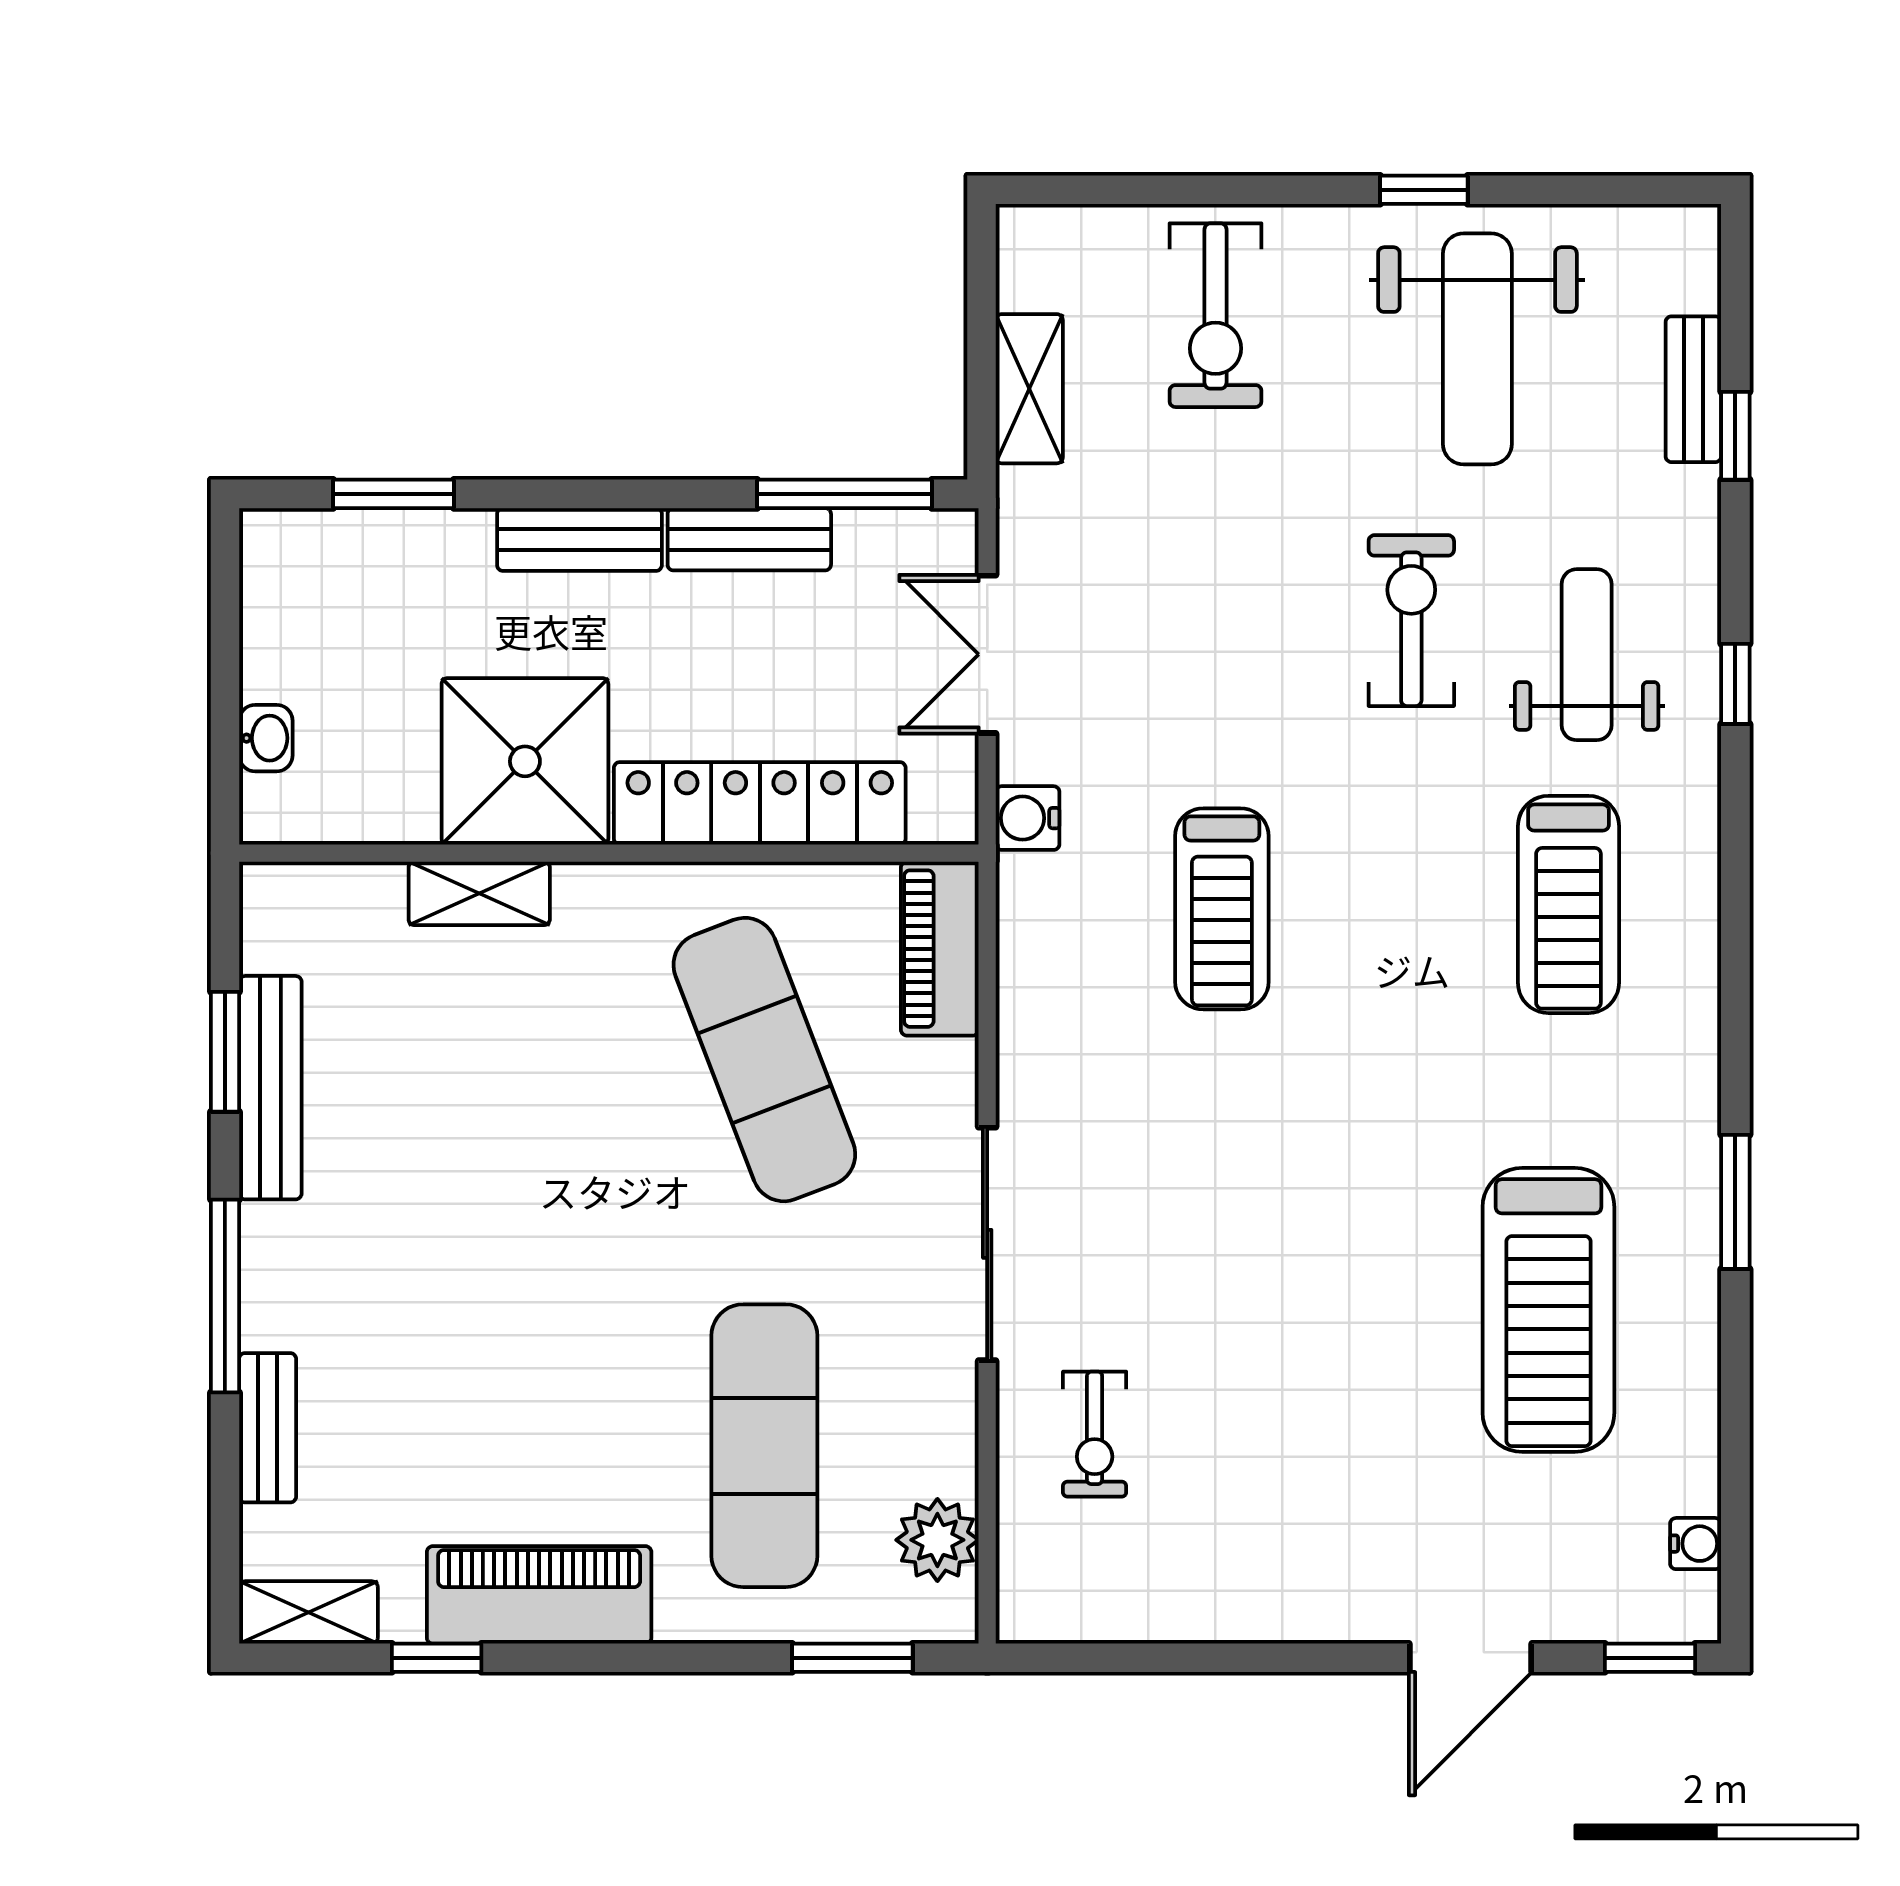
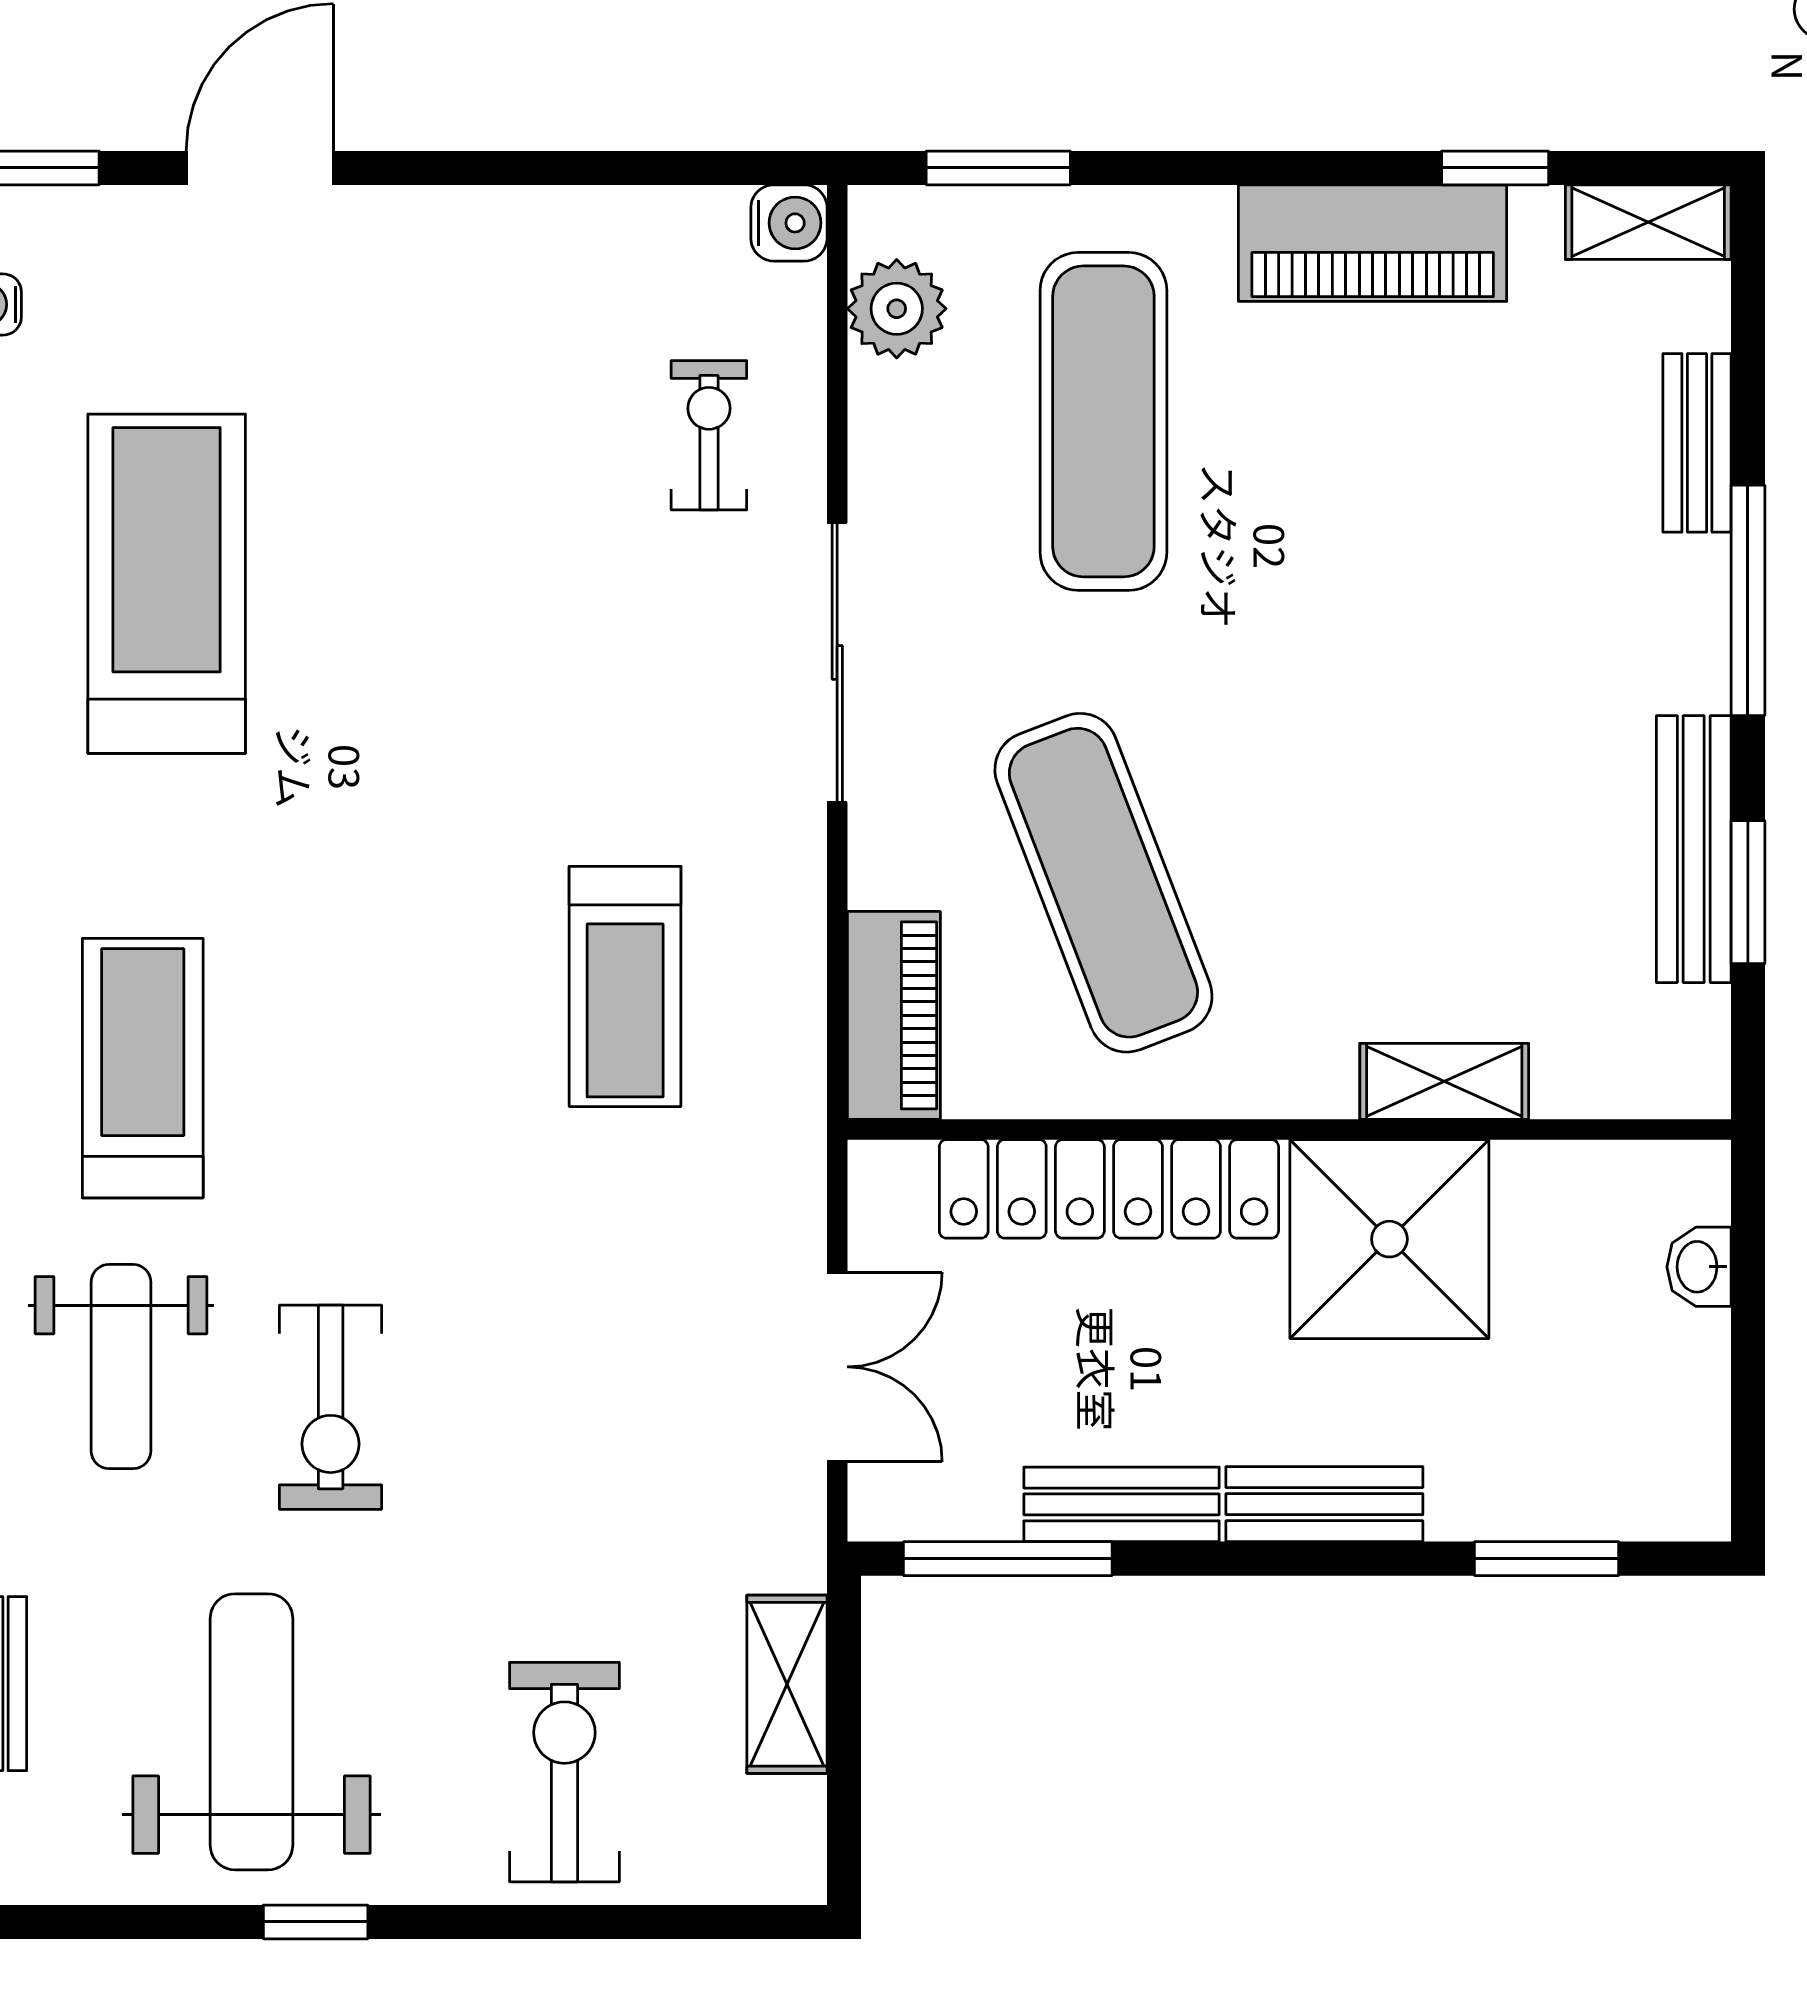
water cooler: (1028, 818) -> (789, 223), moved
treadmill: (1222, 909) -> (625, 986), moved, turned 180

